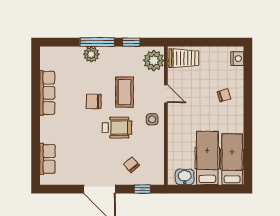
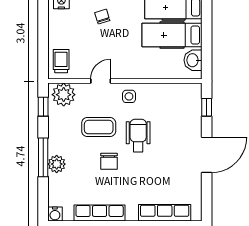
window: (131, 42) -> (43, 107), moved
water cooler: (46, 53) -> (55, 214), added
trolley: (184, 58) -> (61, 61), width x0.73, depth x0.72
row of seats: (47, 159) -> (165, 213), width x1.48
chair: (132, 165) -> (180, 119), removed

